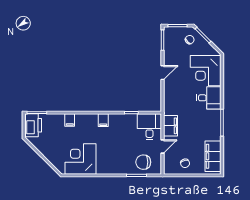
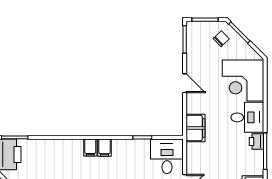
door: (163, 73) -> (185, 83), hinge flipped
printer: (216, 116) -> (256, 142), added
filing cabinet: (70, 120) -> (90, 147), moved
filing cabinet: (171, 126) -> (195, 128), moved

